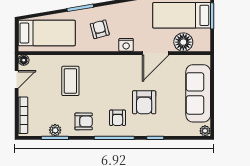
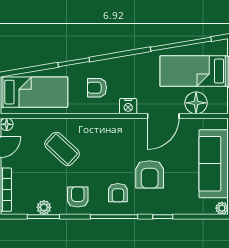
armchair: (100, 29) -> (97, 88), turned -75
coffee table: (70, 81) -> (62, 149), turned -47
armchair: (84, 121) -> (78, 197), turned -90

